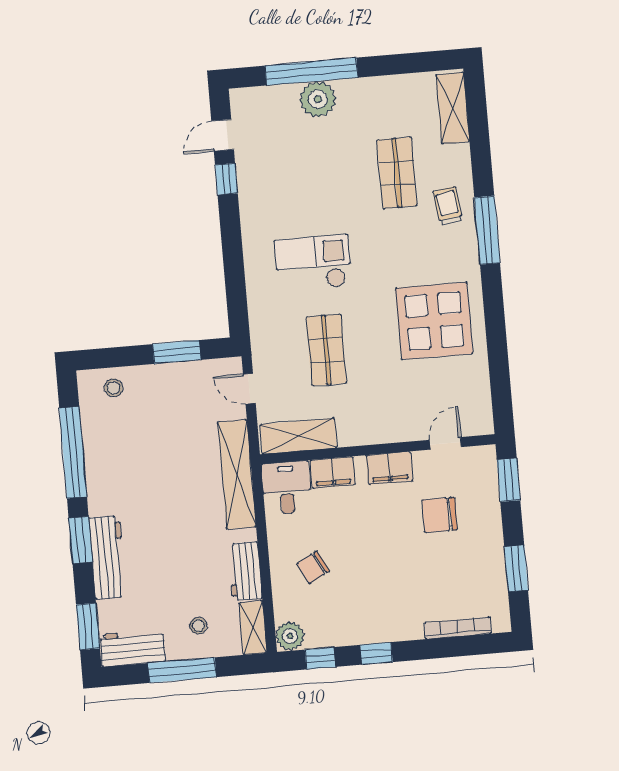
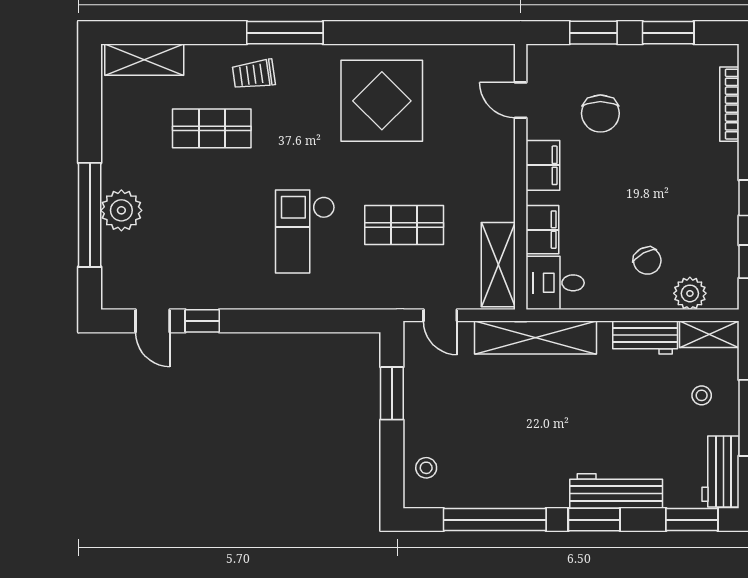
door: (249, 389) -> (440, 315), hinge flipped
window: (509, 480) -> (593, 33), moved
plant: (290, 636) -> (690, 293), moved

